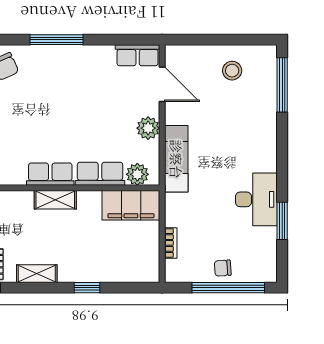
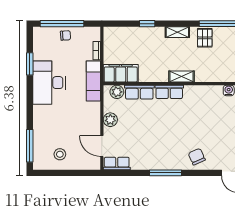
exam couch: (176, 159) -> (93, 81), moved
desk: (256, 199) -> (49, 83), width x1.36, depth x1.30
shelving: (55, 200) -> (182, 77), moved

